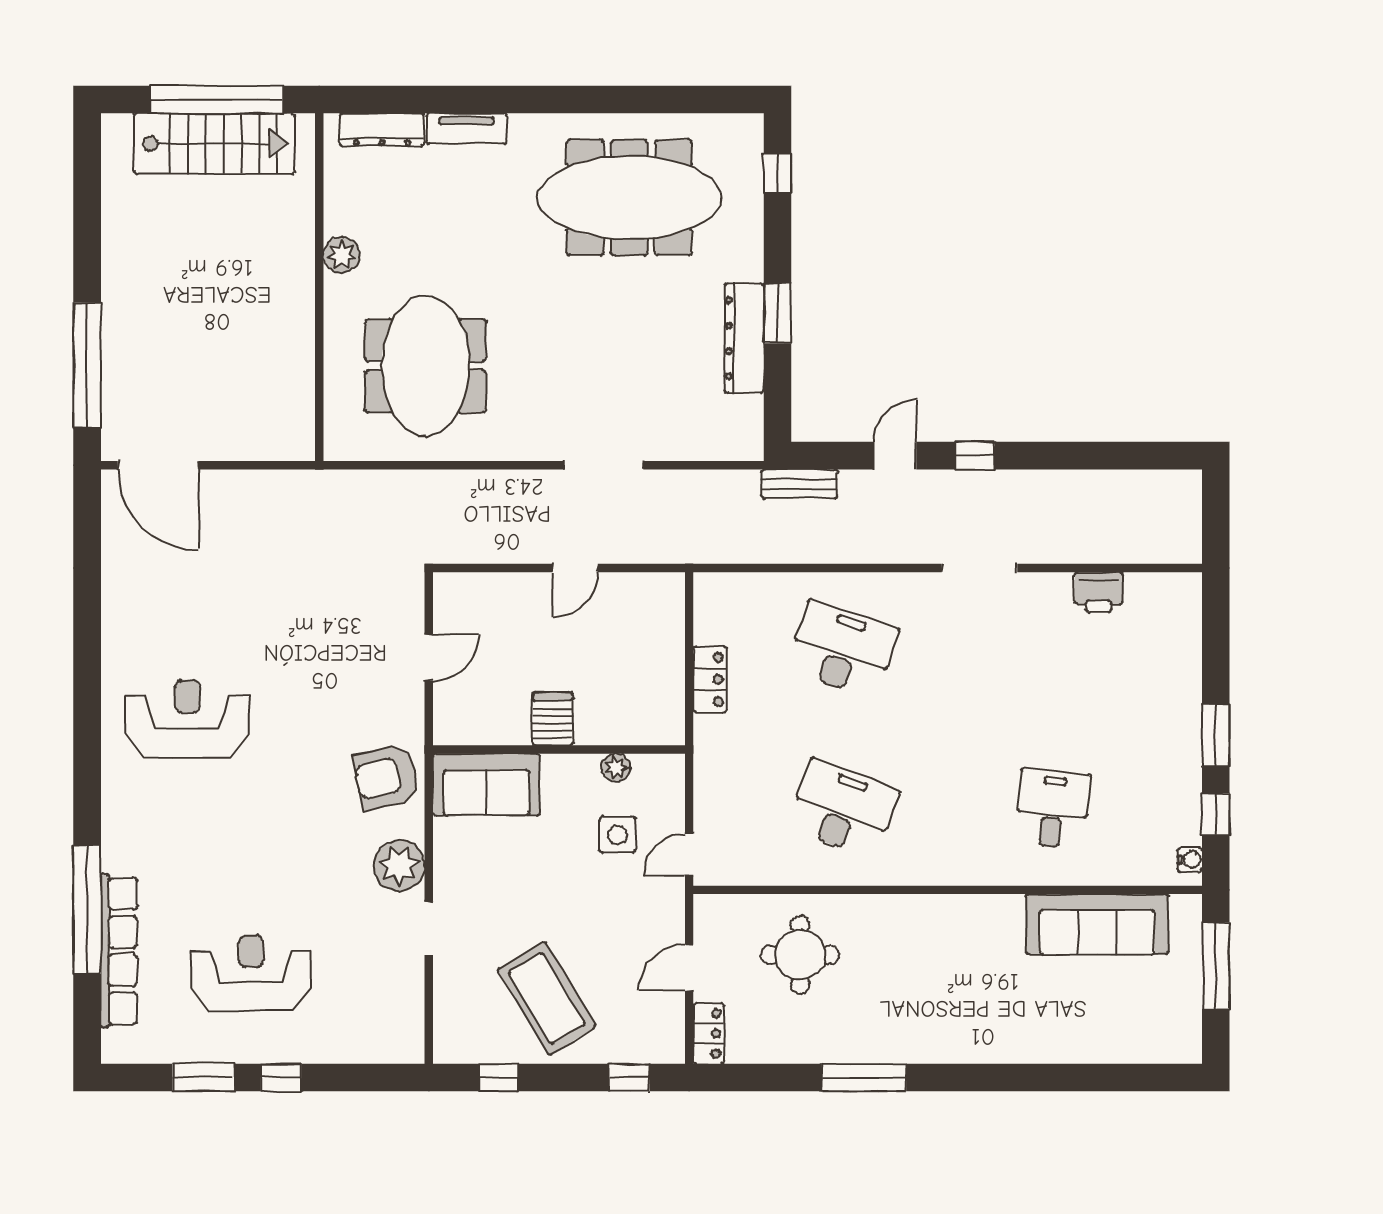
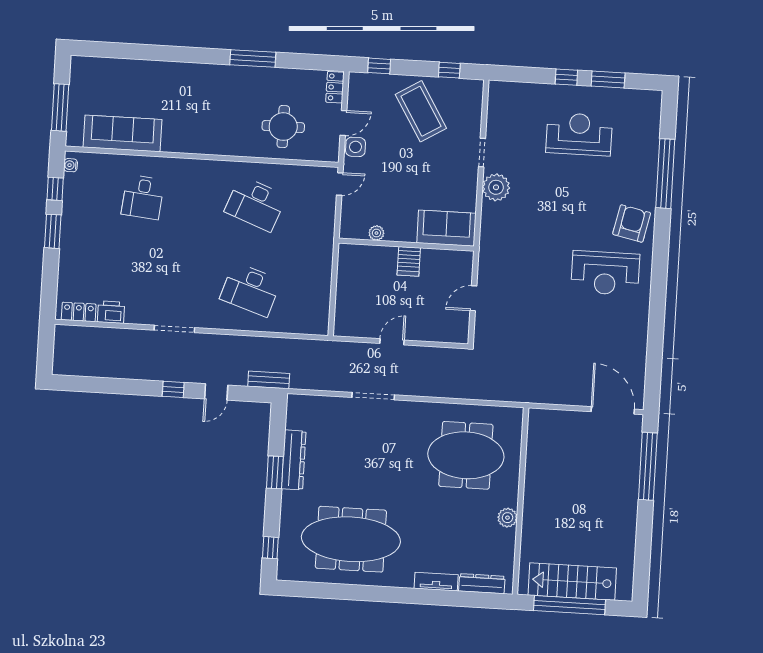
meeting table: (426, 366) -> (466, 455), turned 90
locker: (710, 680) -> (79, 312), moved, turned 90
armchair: (386, 777) -> (632, 223), moved, turned -65
side table: (618, 835) -> (355, 147), moved
row of seats: (119, 951) -> (649, 150), removed
reception desk: (251, 973) -> (579, 134), turned 180

